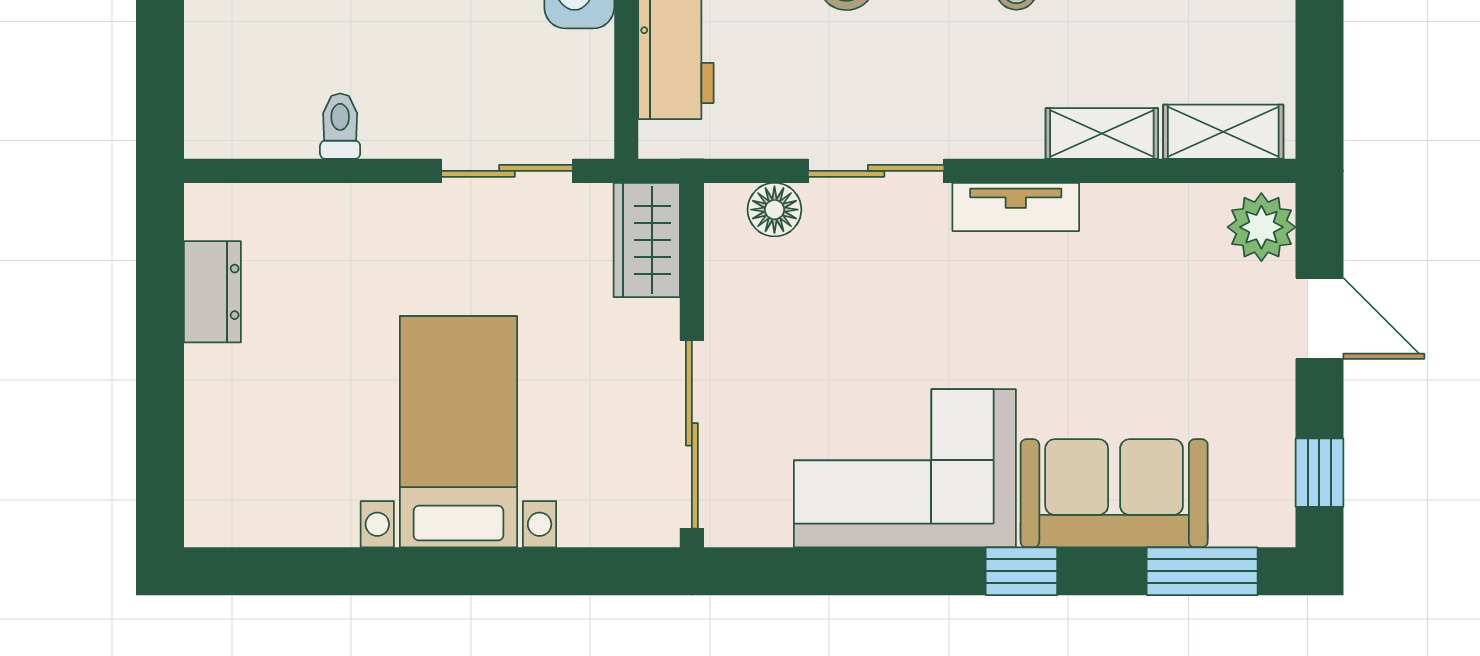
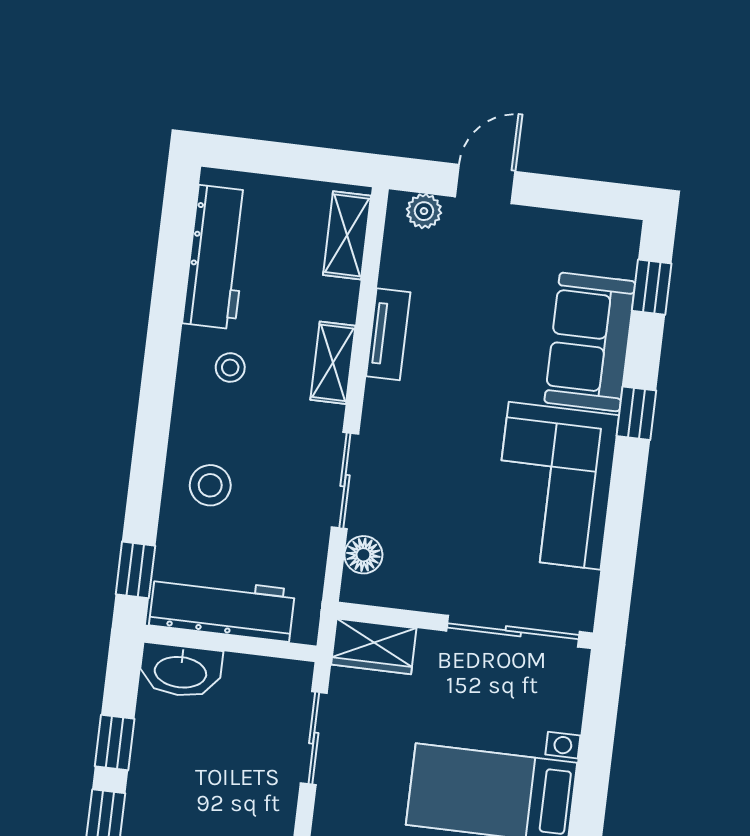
shelving: (1102, 134) -> (333, 363), moved
tv unit: (1016, 207) -> (388, 334), moved
plant: (1261, 227) -> (424, 211), width x0.73, depth x0.73
window: (1319, 473) -> (593, 197), removed
window: (1202, 571) -> (652, 287), width x0.67

